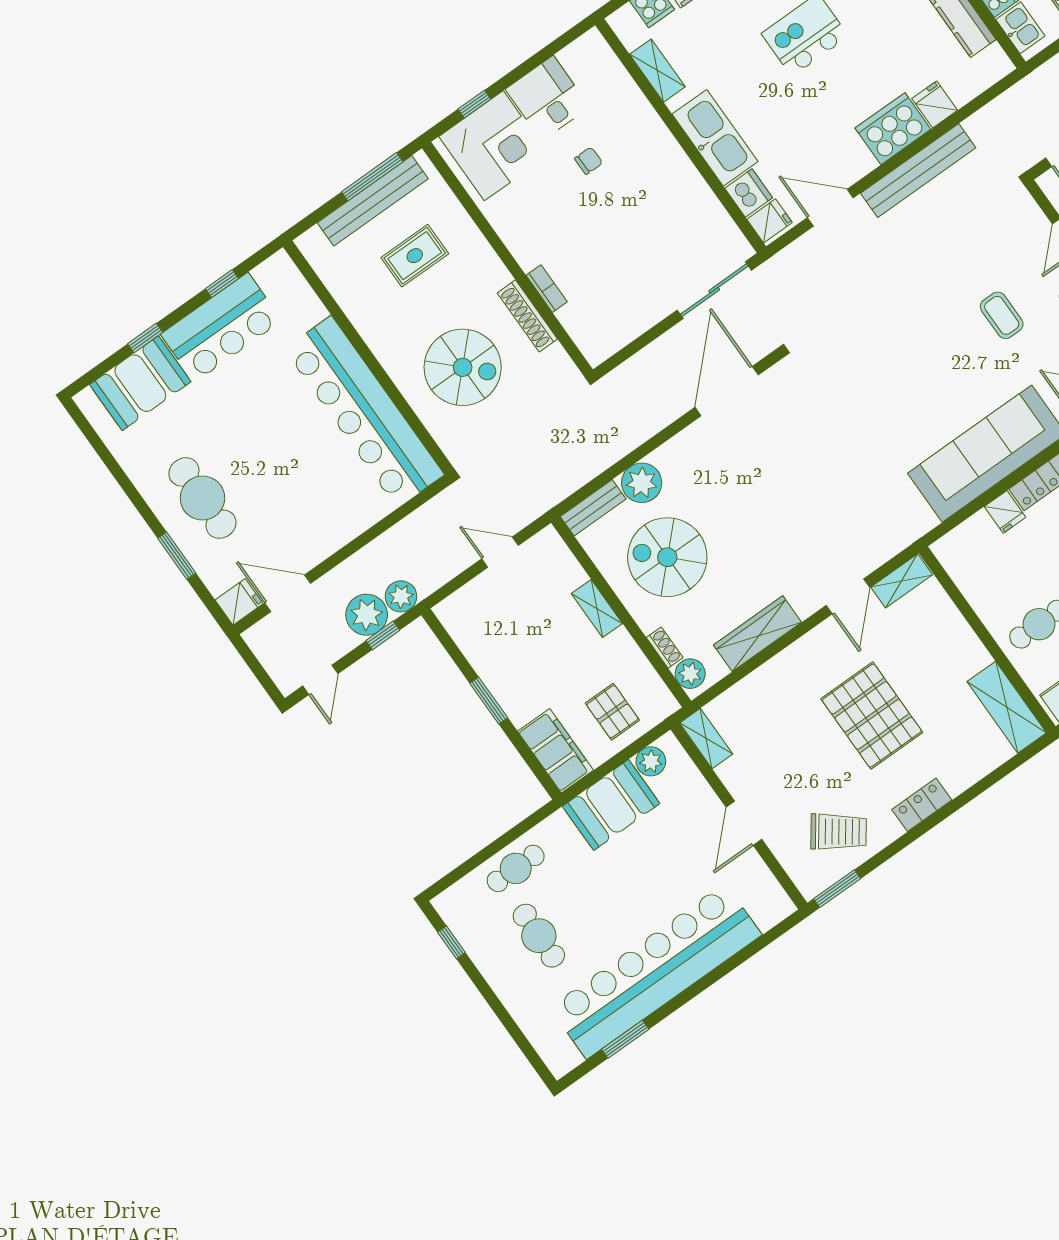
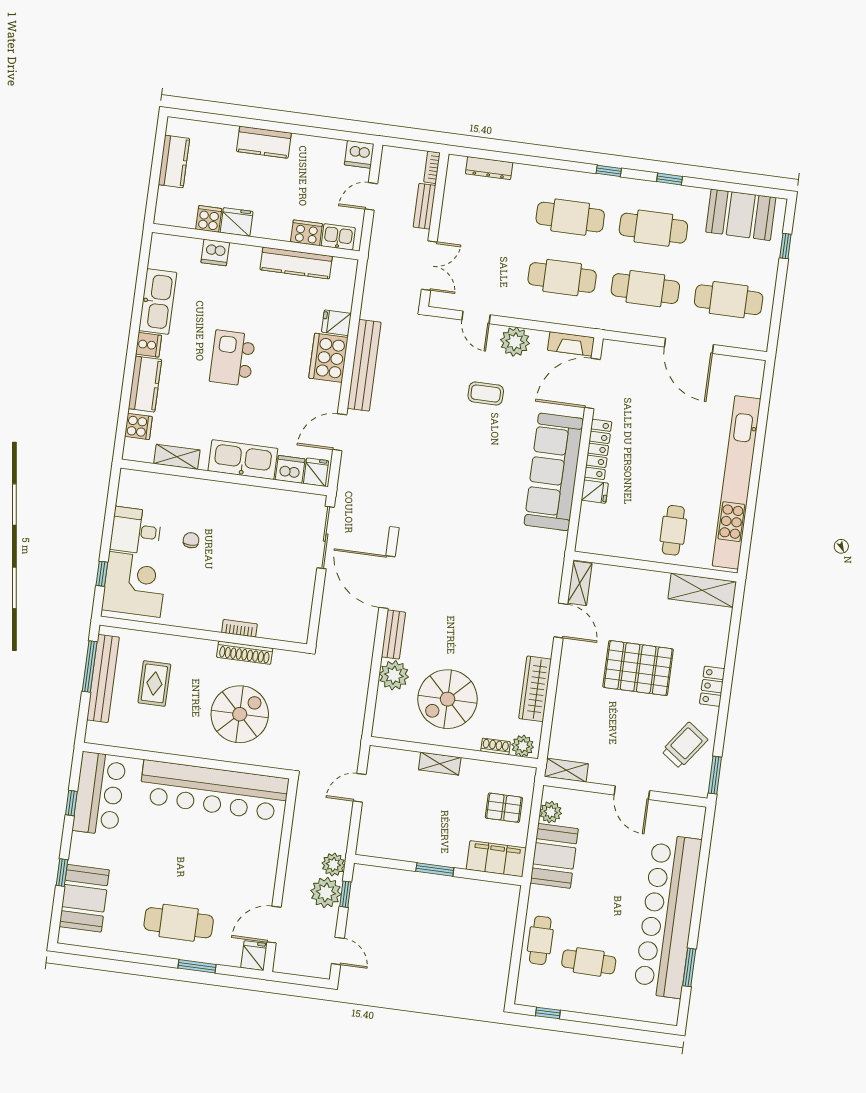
bar counter: (221, 327) -> (99, 794), moved
bench: (593, 508) -> (393, 635), moved

